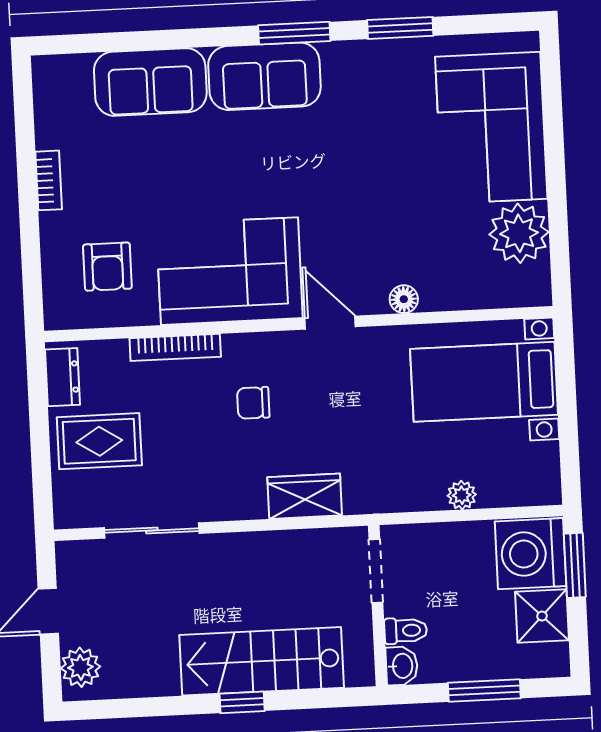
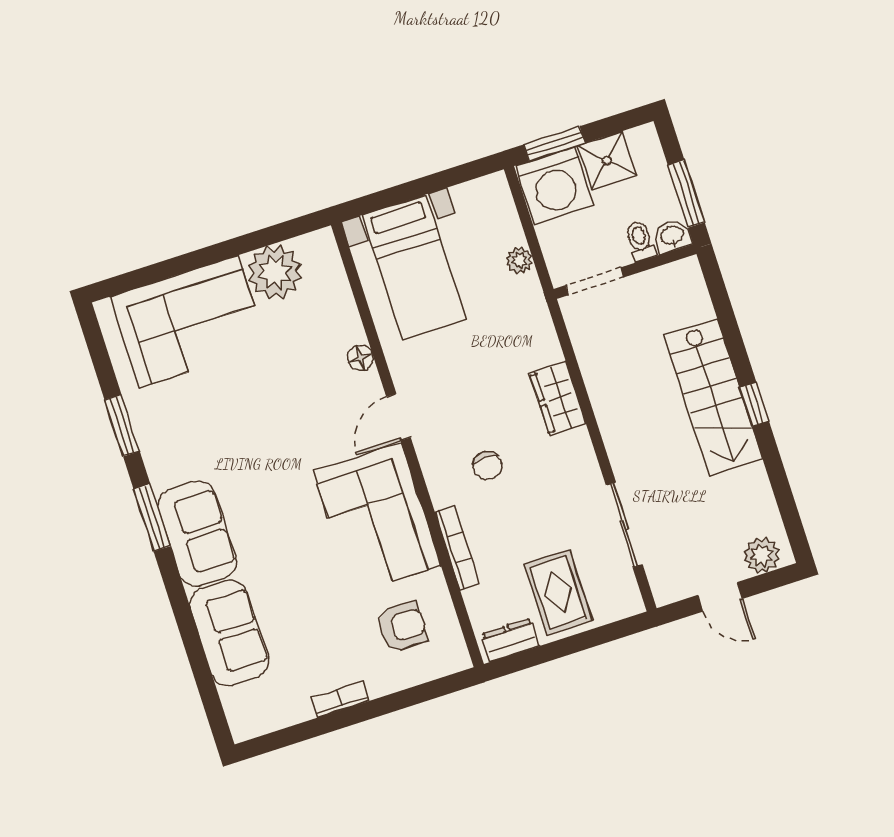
doorway: (376, 571) -> (595, 281), moved
wall: (378, 606) -> (625, 271), moved
toilet: (406, 631) -> (640, 241), moved
washbasin: (402, 666) -> (672, 236), moved

